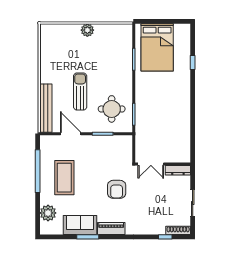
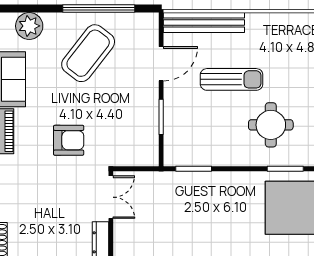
round table: (112, 109) -> (271, 125), moved
double door: (151, 164) -> (111, 197), swing flipped
coffee table: (64, 178) -> (88, 53), turned -52
armchair: (117, 189) -> (69, 140), turned 180

